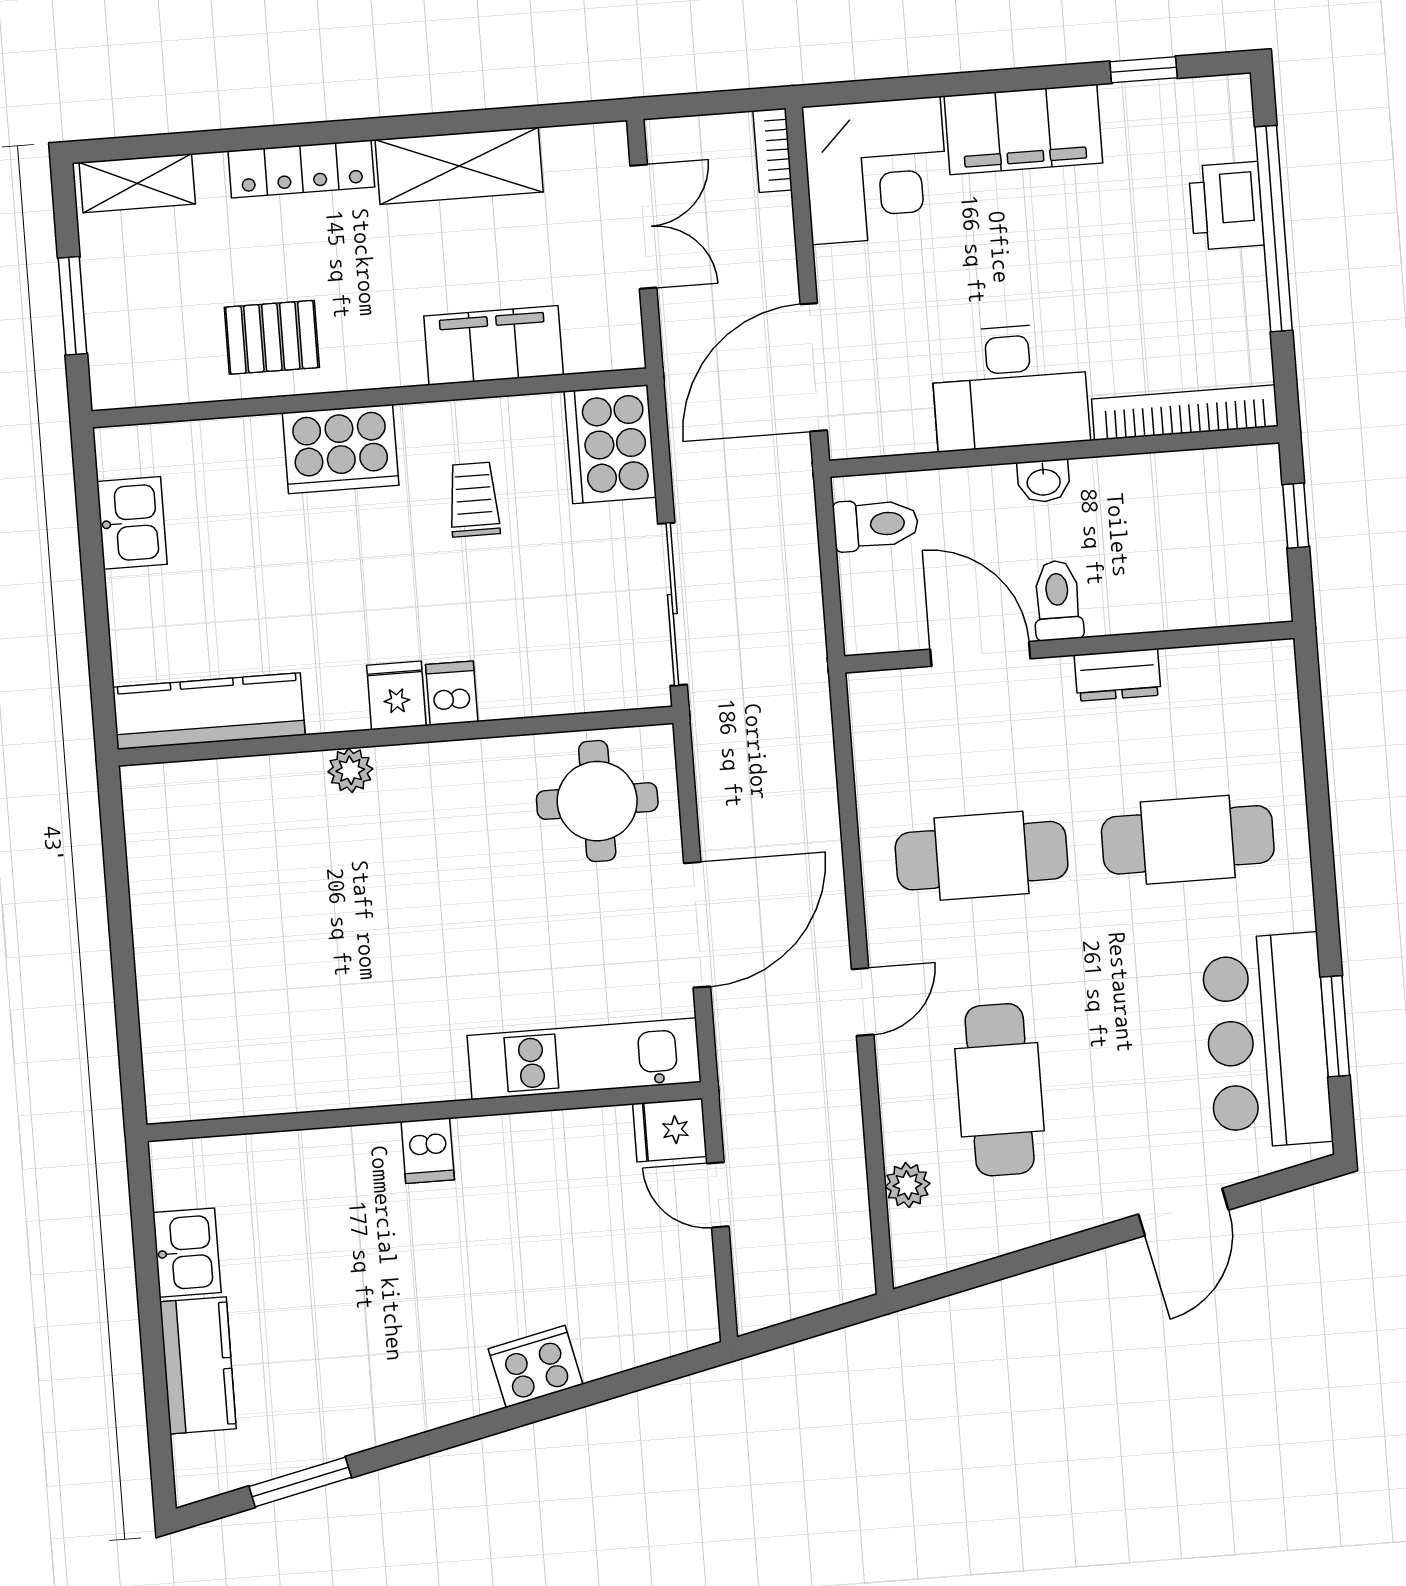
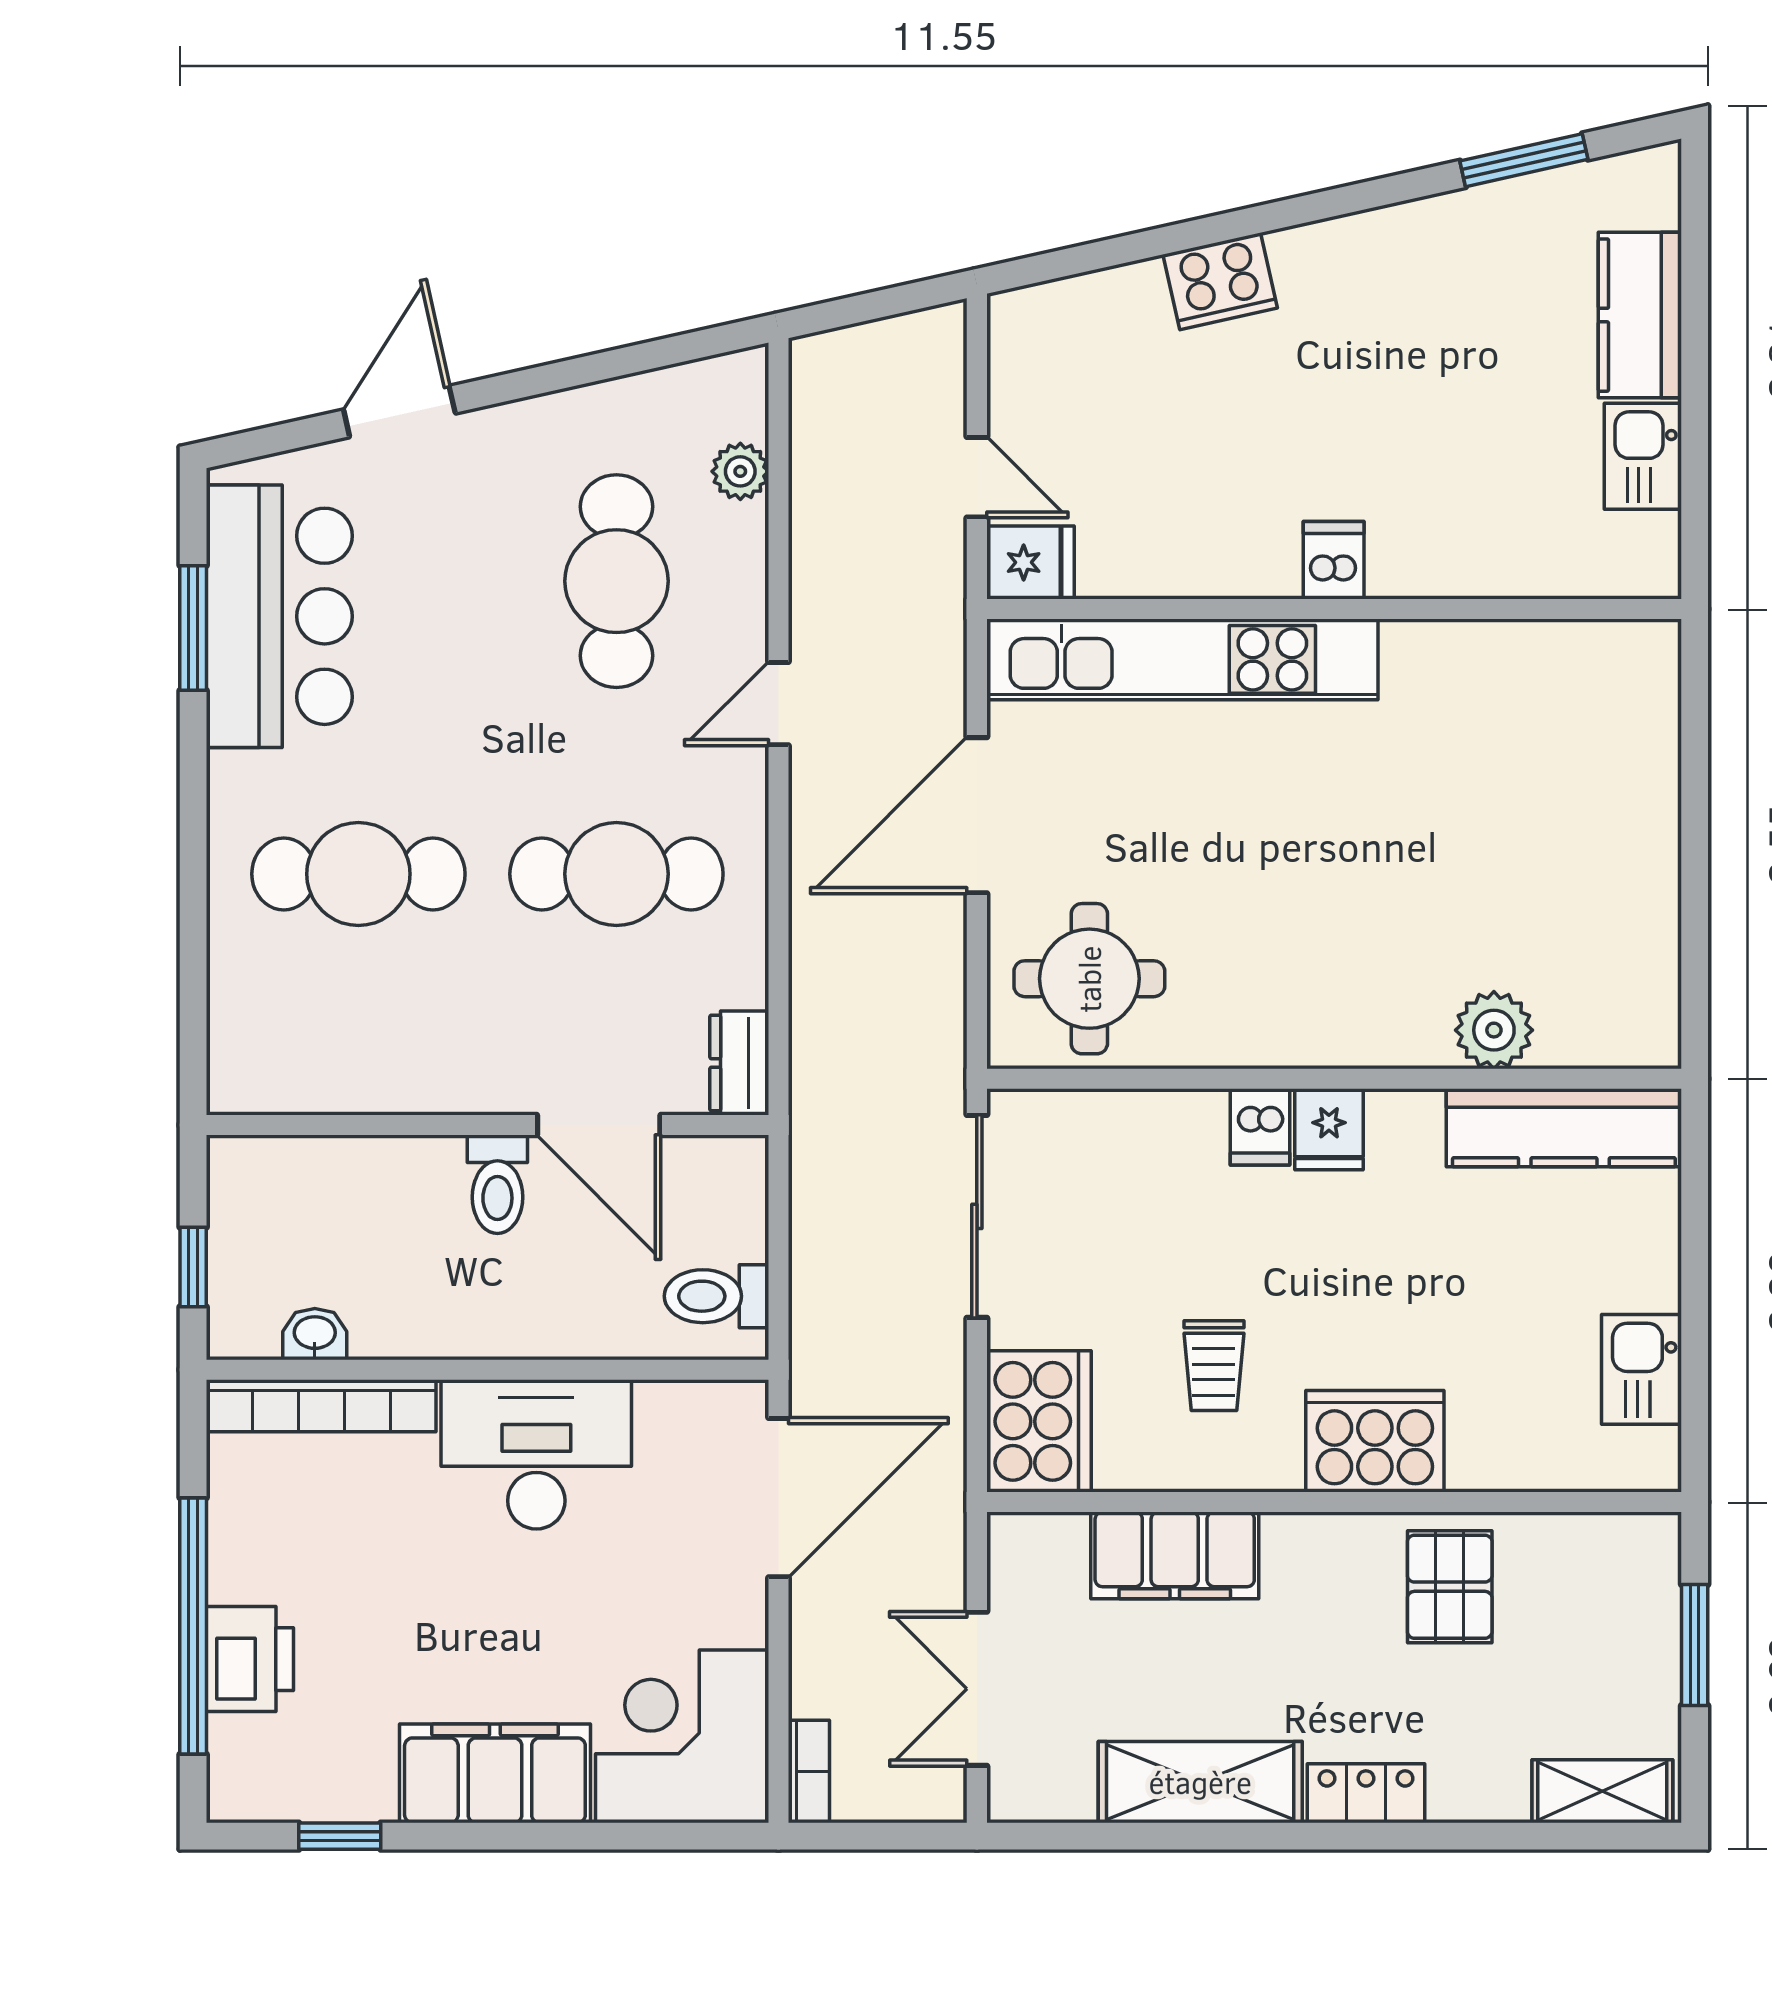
locker: (301, 169) -> (1366, 1793), width x0.66
pallet: (272, 337) -> (1450, 1587), turned 90
washbasin: (1044, 481) -> (315, 1334), moved
dresser: (1118, 675) -> (739, 1063), moved, turned -90
plant: (350, 770) -> (1494, 1030), moved, width x1.38, depth x1.38
kitchen unit: (584, 1059) -> (1182, 659), width x1.36

